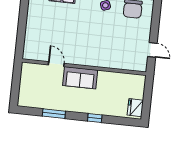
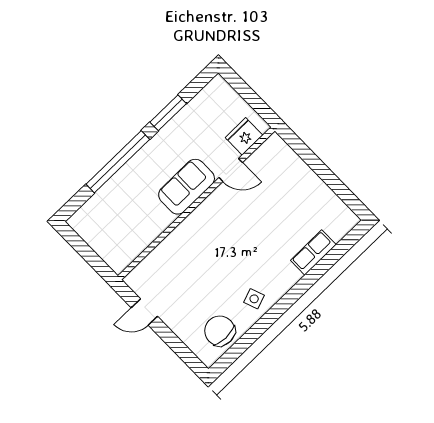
fridge: (135, 108) -> (244, 136), moved, turned -90
window: (95, 118) -> (118, 162), width x3.17

